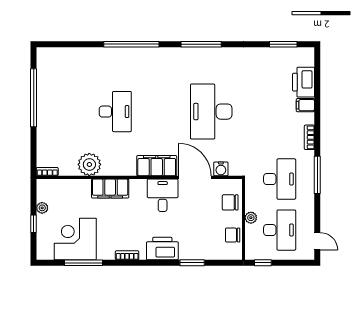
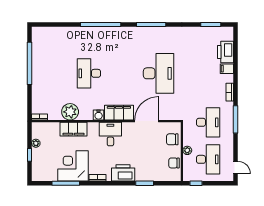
desk: (115, 112) -> (89, 73), turned 180
desk: (211, 112) -> (159, 73), turned 180
water cooler: (221, 169) -> (99, 115), moved
door: (195, 177) -> (147, 121), hinge flipped
filing cabinet: (110, 188) -> (73, 129), moved
desk: (163, 195) -> (110, 134), moved
corner desk: (75, 239) -> (73, 166), moved

